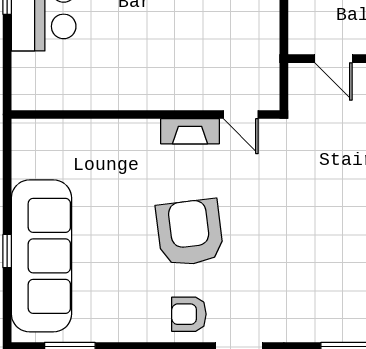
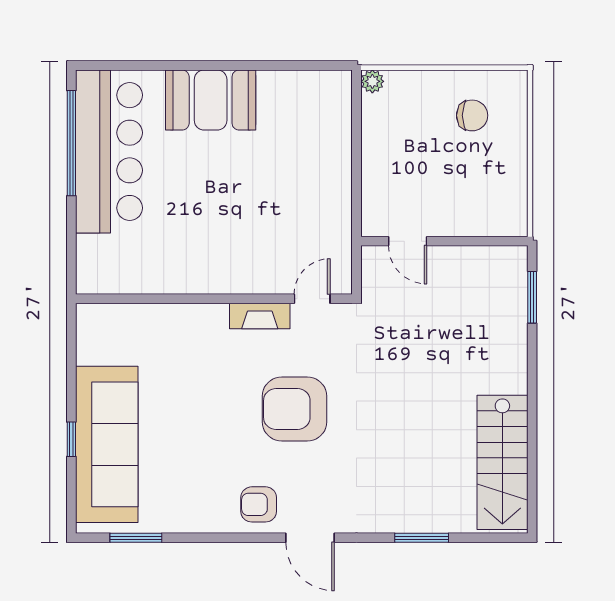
door: (241, 115) -> (312, 299), swing flipped
armchair: (190, 233) -> (294, 409), moved, turned -83

